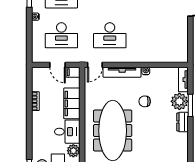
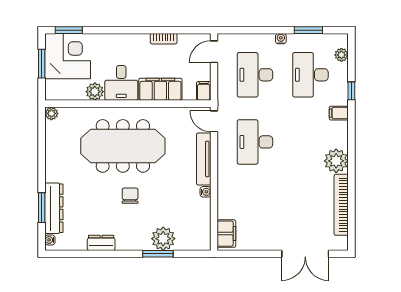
filing cabinet: (176, 56) -> (226, 234), added
door: (57, 65) -> (214, 52), moved
tv unit: (183, 80) -> (194, 244), removed
chair: (145, 101) -> (130, 196), moved
dresser: (182, 122) -> (101, 243), moved

